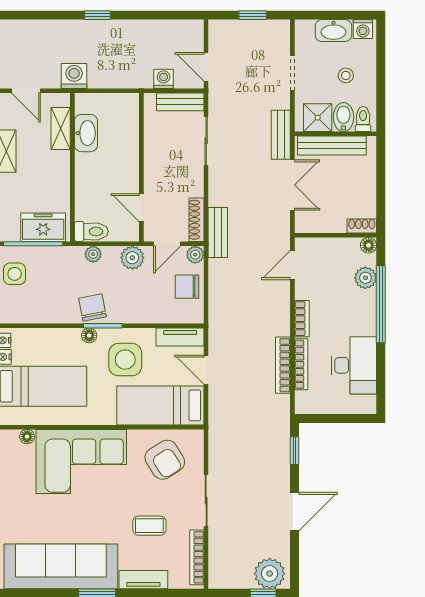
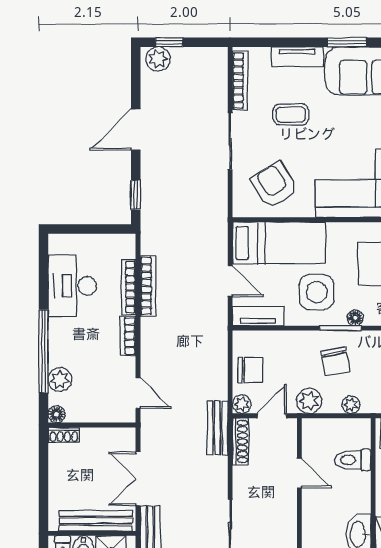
door: (141, 208) -> (299, 473), moved
toilet: (91, 231) -> (353, 460), moved
door: (292, 265) -> (138, 393), hinge flipped
chair: (92, 308) -> (335, 361), moved
plant: (270, 574) -> (158, 59), width x0.73, depth x0.73

